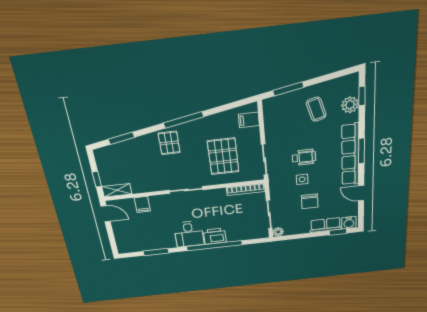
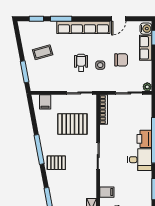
plant: (350, 105) -> (42, 27), removed
window: (361, 151) -> (61, 19), moved

